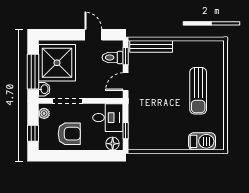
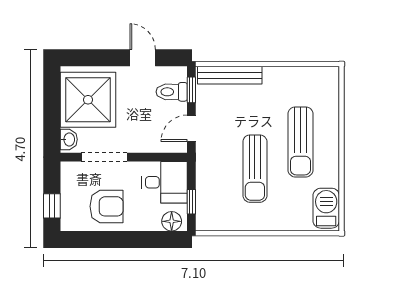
window: (33, 72) -> (52, 113), removed
sun lounger: (168, 109) -> (255, 169), added
plant: (44, 113) -> (69, 176), removed
barbecue: (202, 141) -> (326, 208), moved, turned -90

